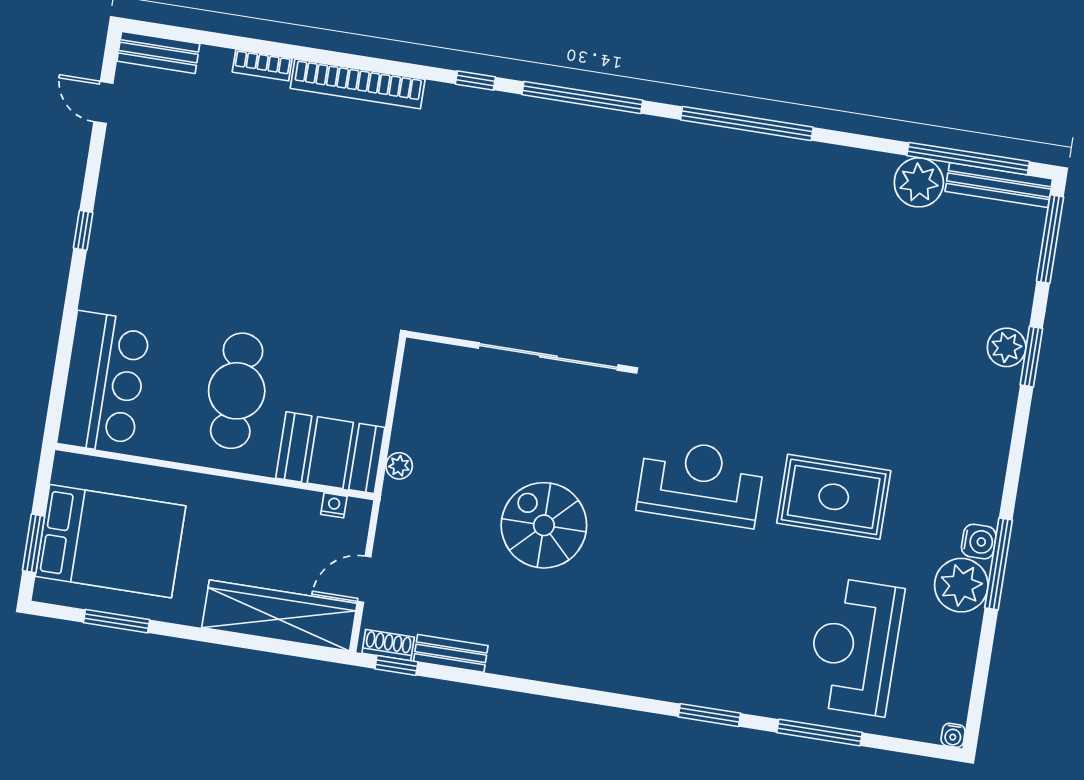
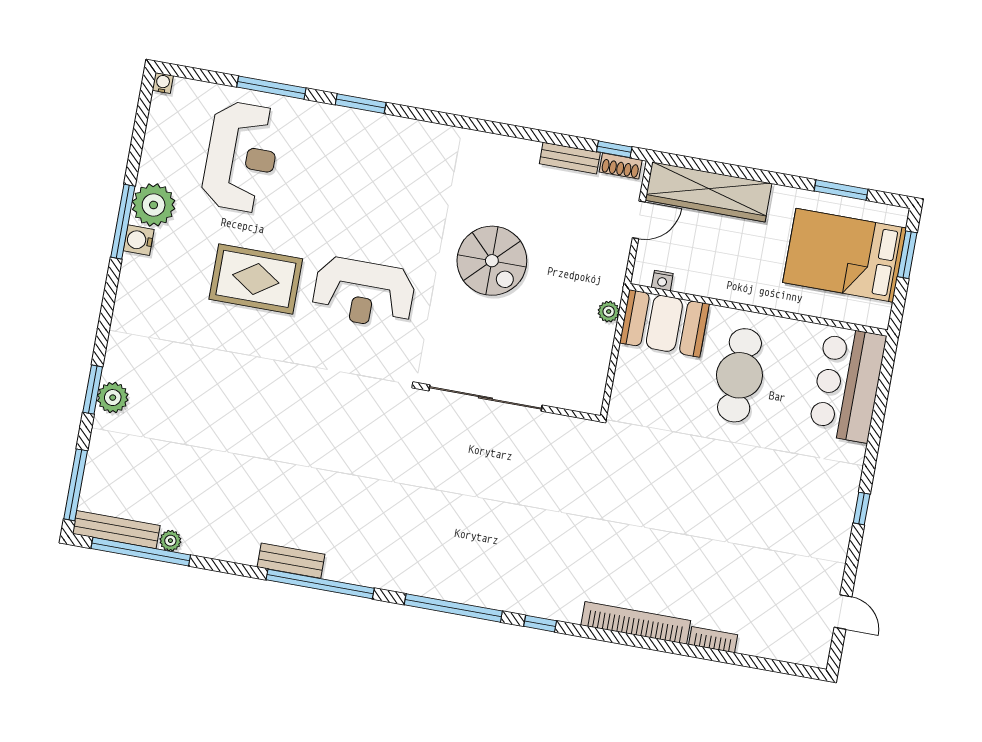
bench: (158, 52) -> (291, 561), moved
plant: (919, 182) -> (170, 541), width x0.53, depth x0.53

